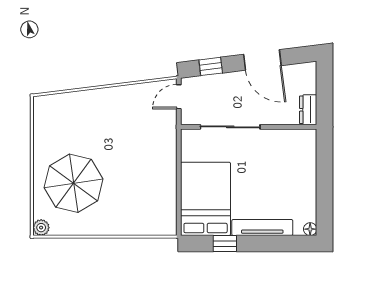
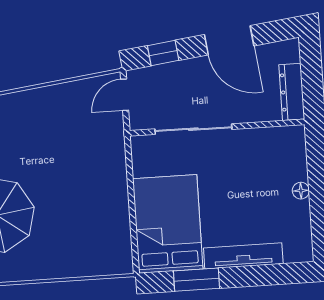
dresser: (308, 110) -> (292, 92), width x1.44
floor lamp: (310, 229) -> (301, 191), moved
window: (225, 244) -> (197, 280), width x1.50

